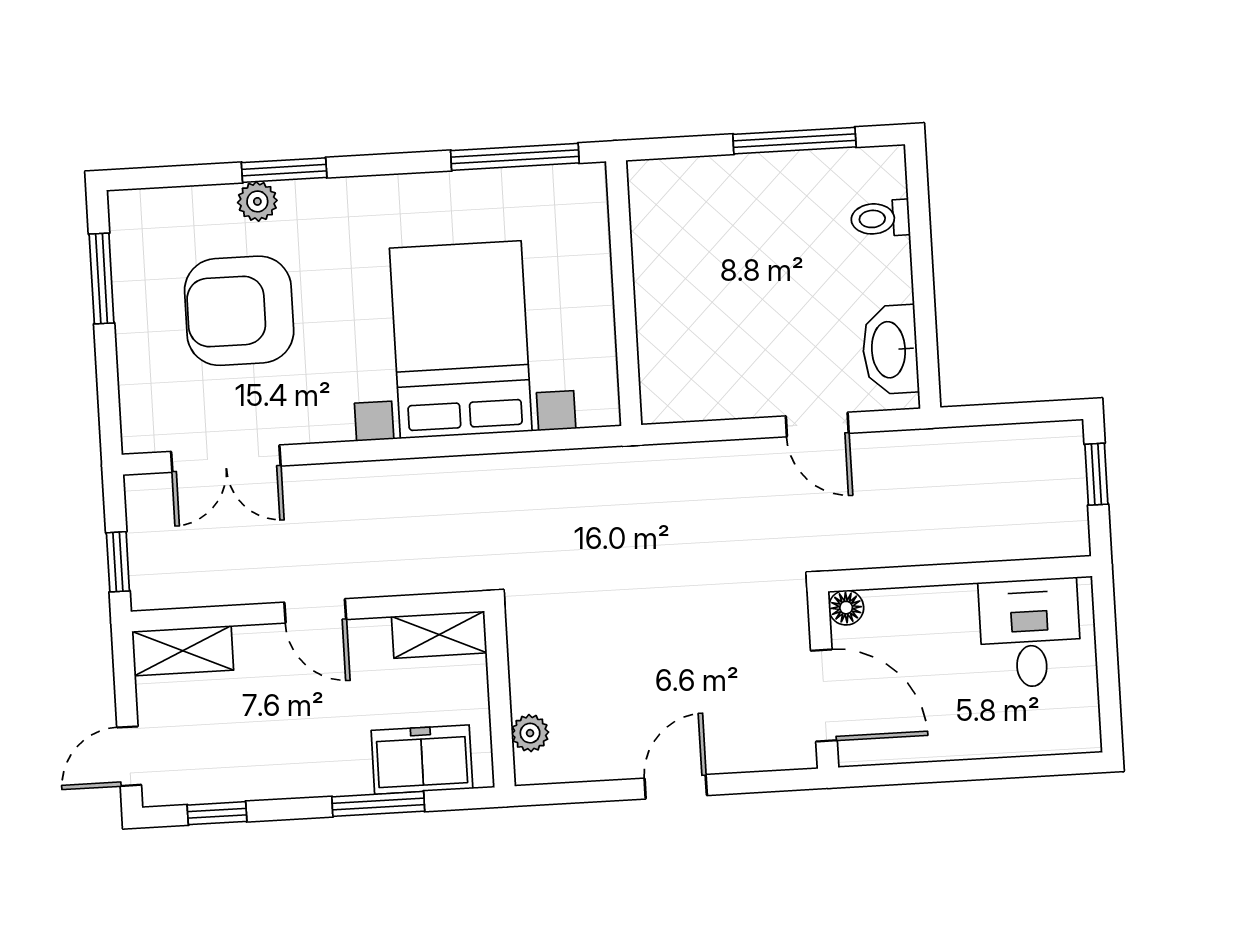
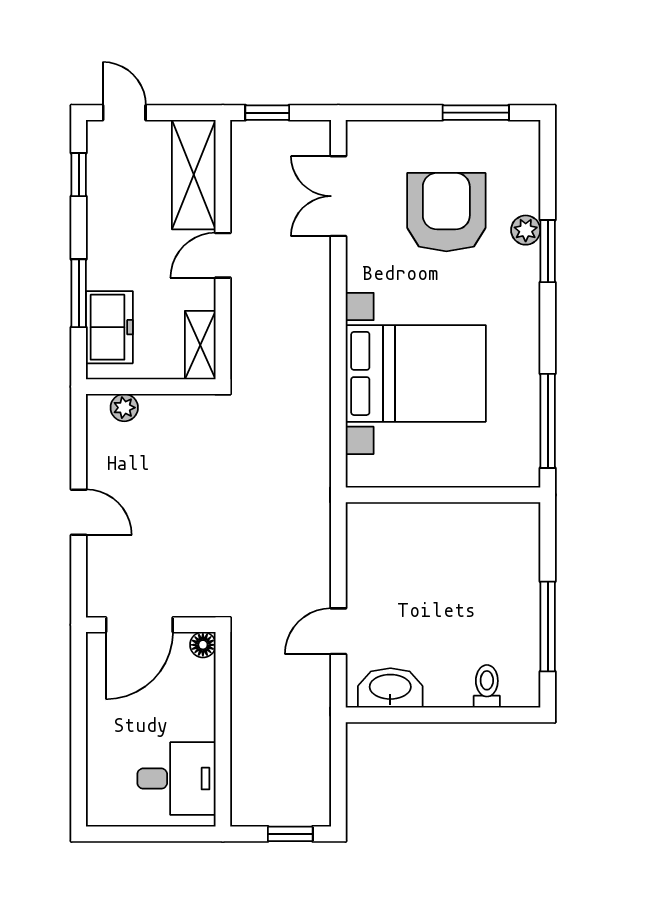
shelving: (183, 651) -> (194, 175), width x1.50, depth x1.33

